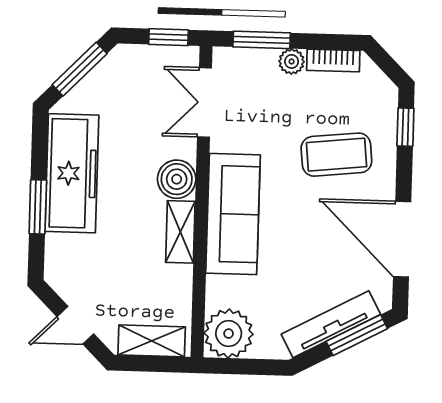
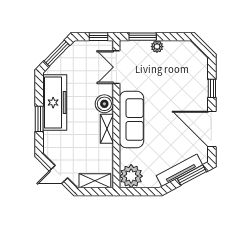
bookcase: (333, 61) -> (177, 45), removed
window: (405, 127) -> (212, 88), moved
coffee table: (336, 155) -> (180, 90), removed

